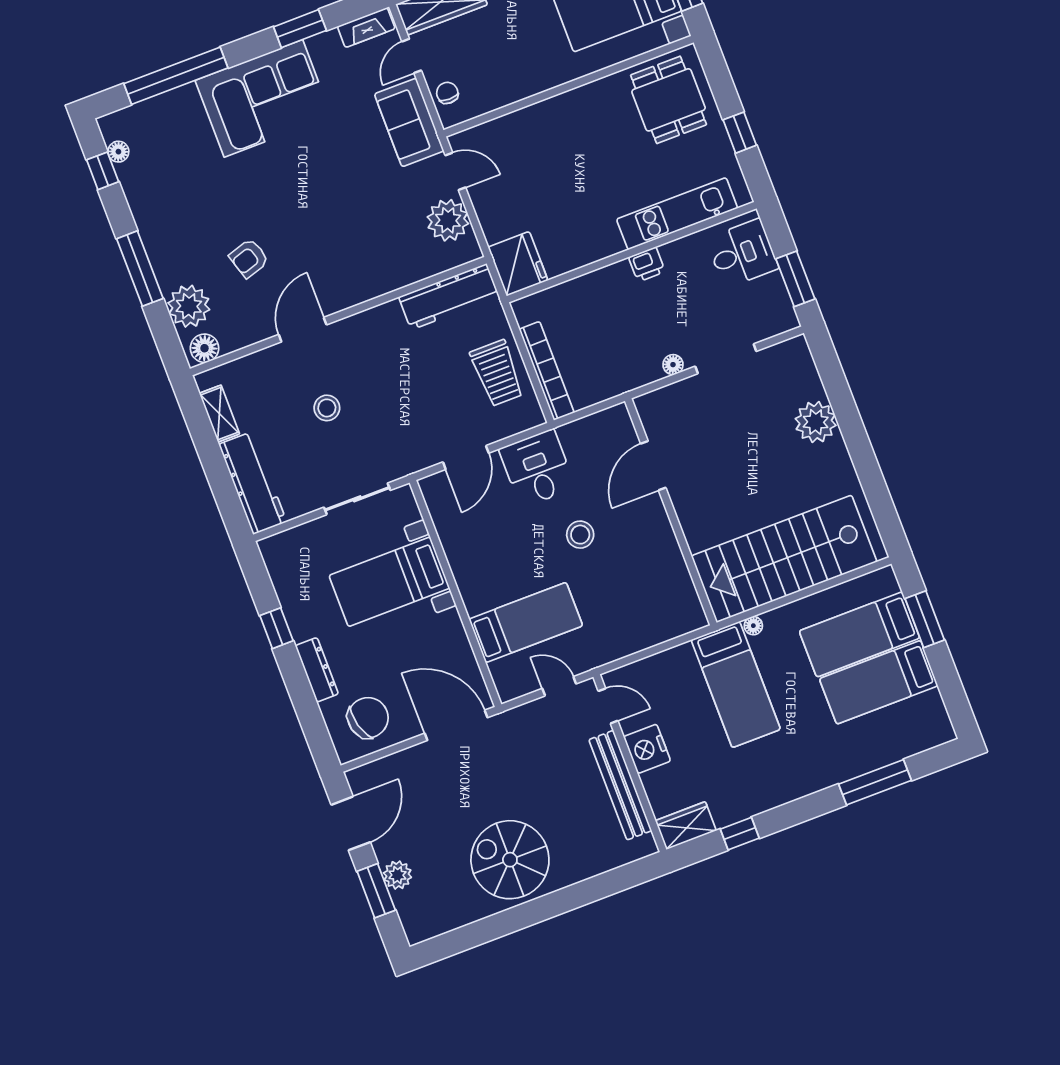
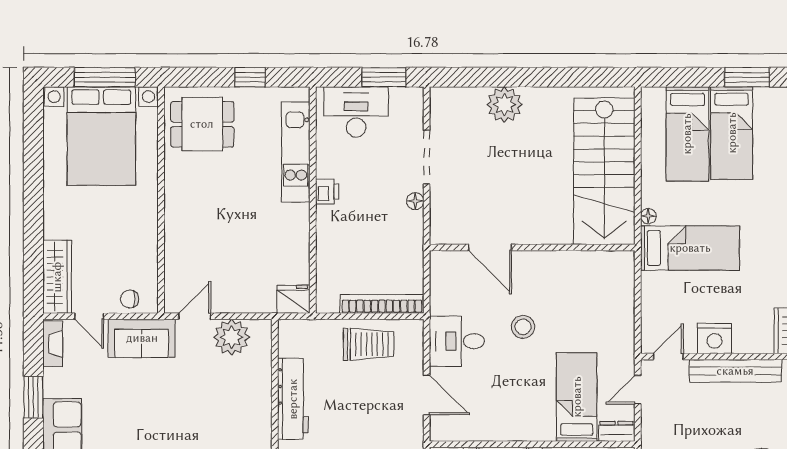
desk: (742, 253) -> (356, 112), width x1.37
fridge: (518, 264) -> (293, 299), width x0.73, depth x0.75
workbench: (449, 297) -> (293, 399), moved
window: (925, 619) -> (747, 77), moved
dresser: (505, 680) -> (616, 431), added

